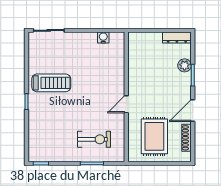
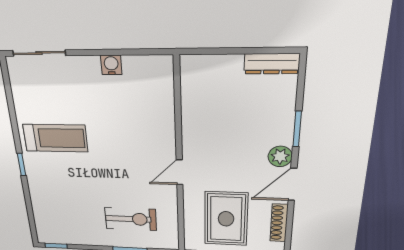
water cooler: (103, 38) -> (111, 65), moved
plant: (185, 65) -> (280, 156), moved

